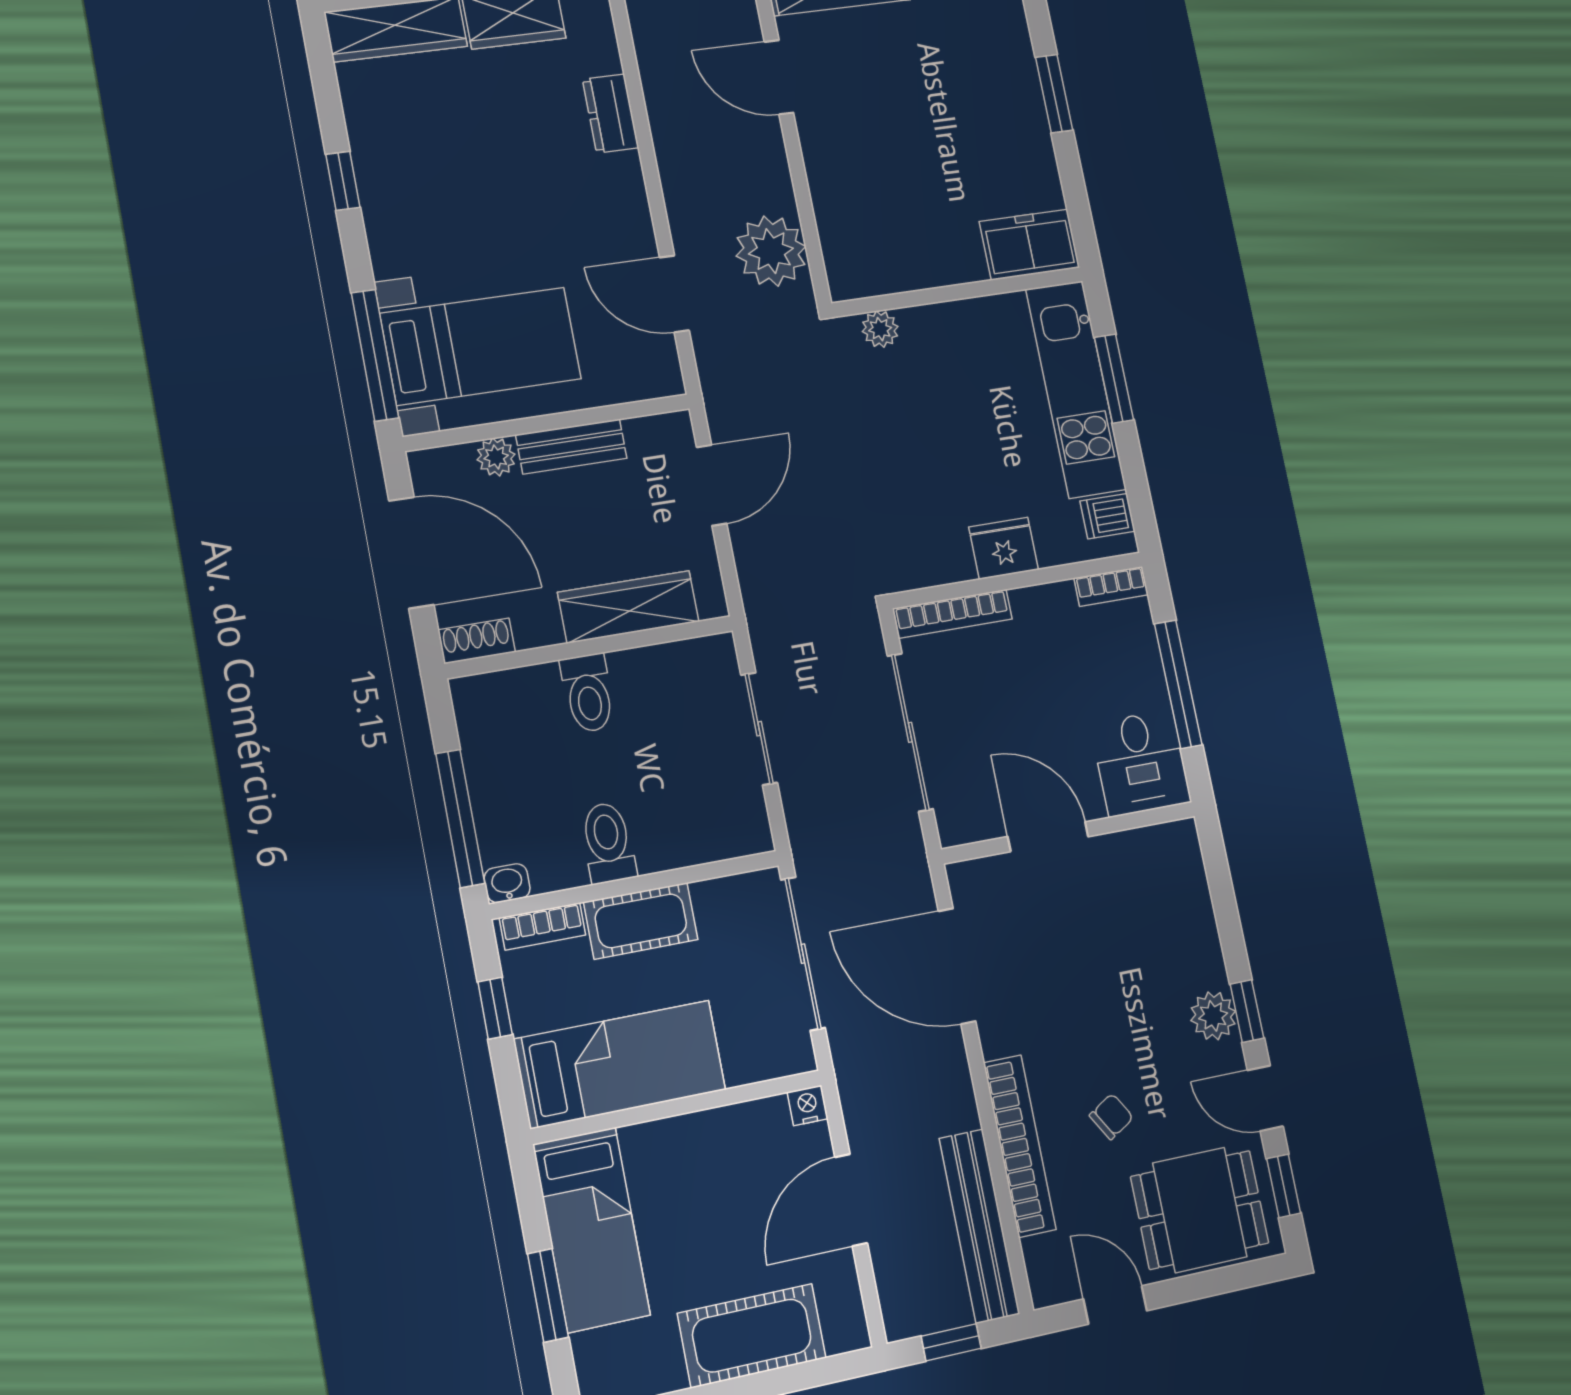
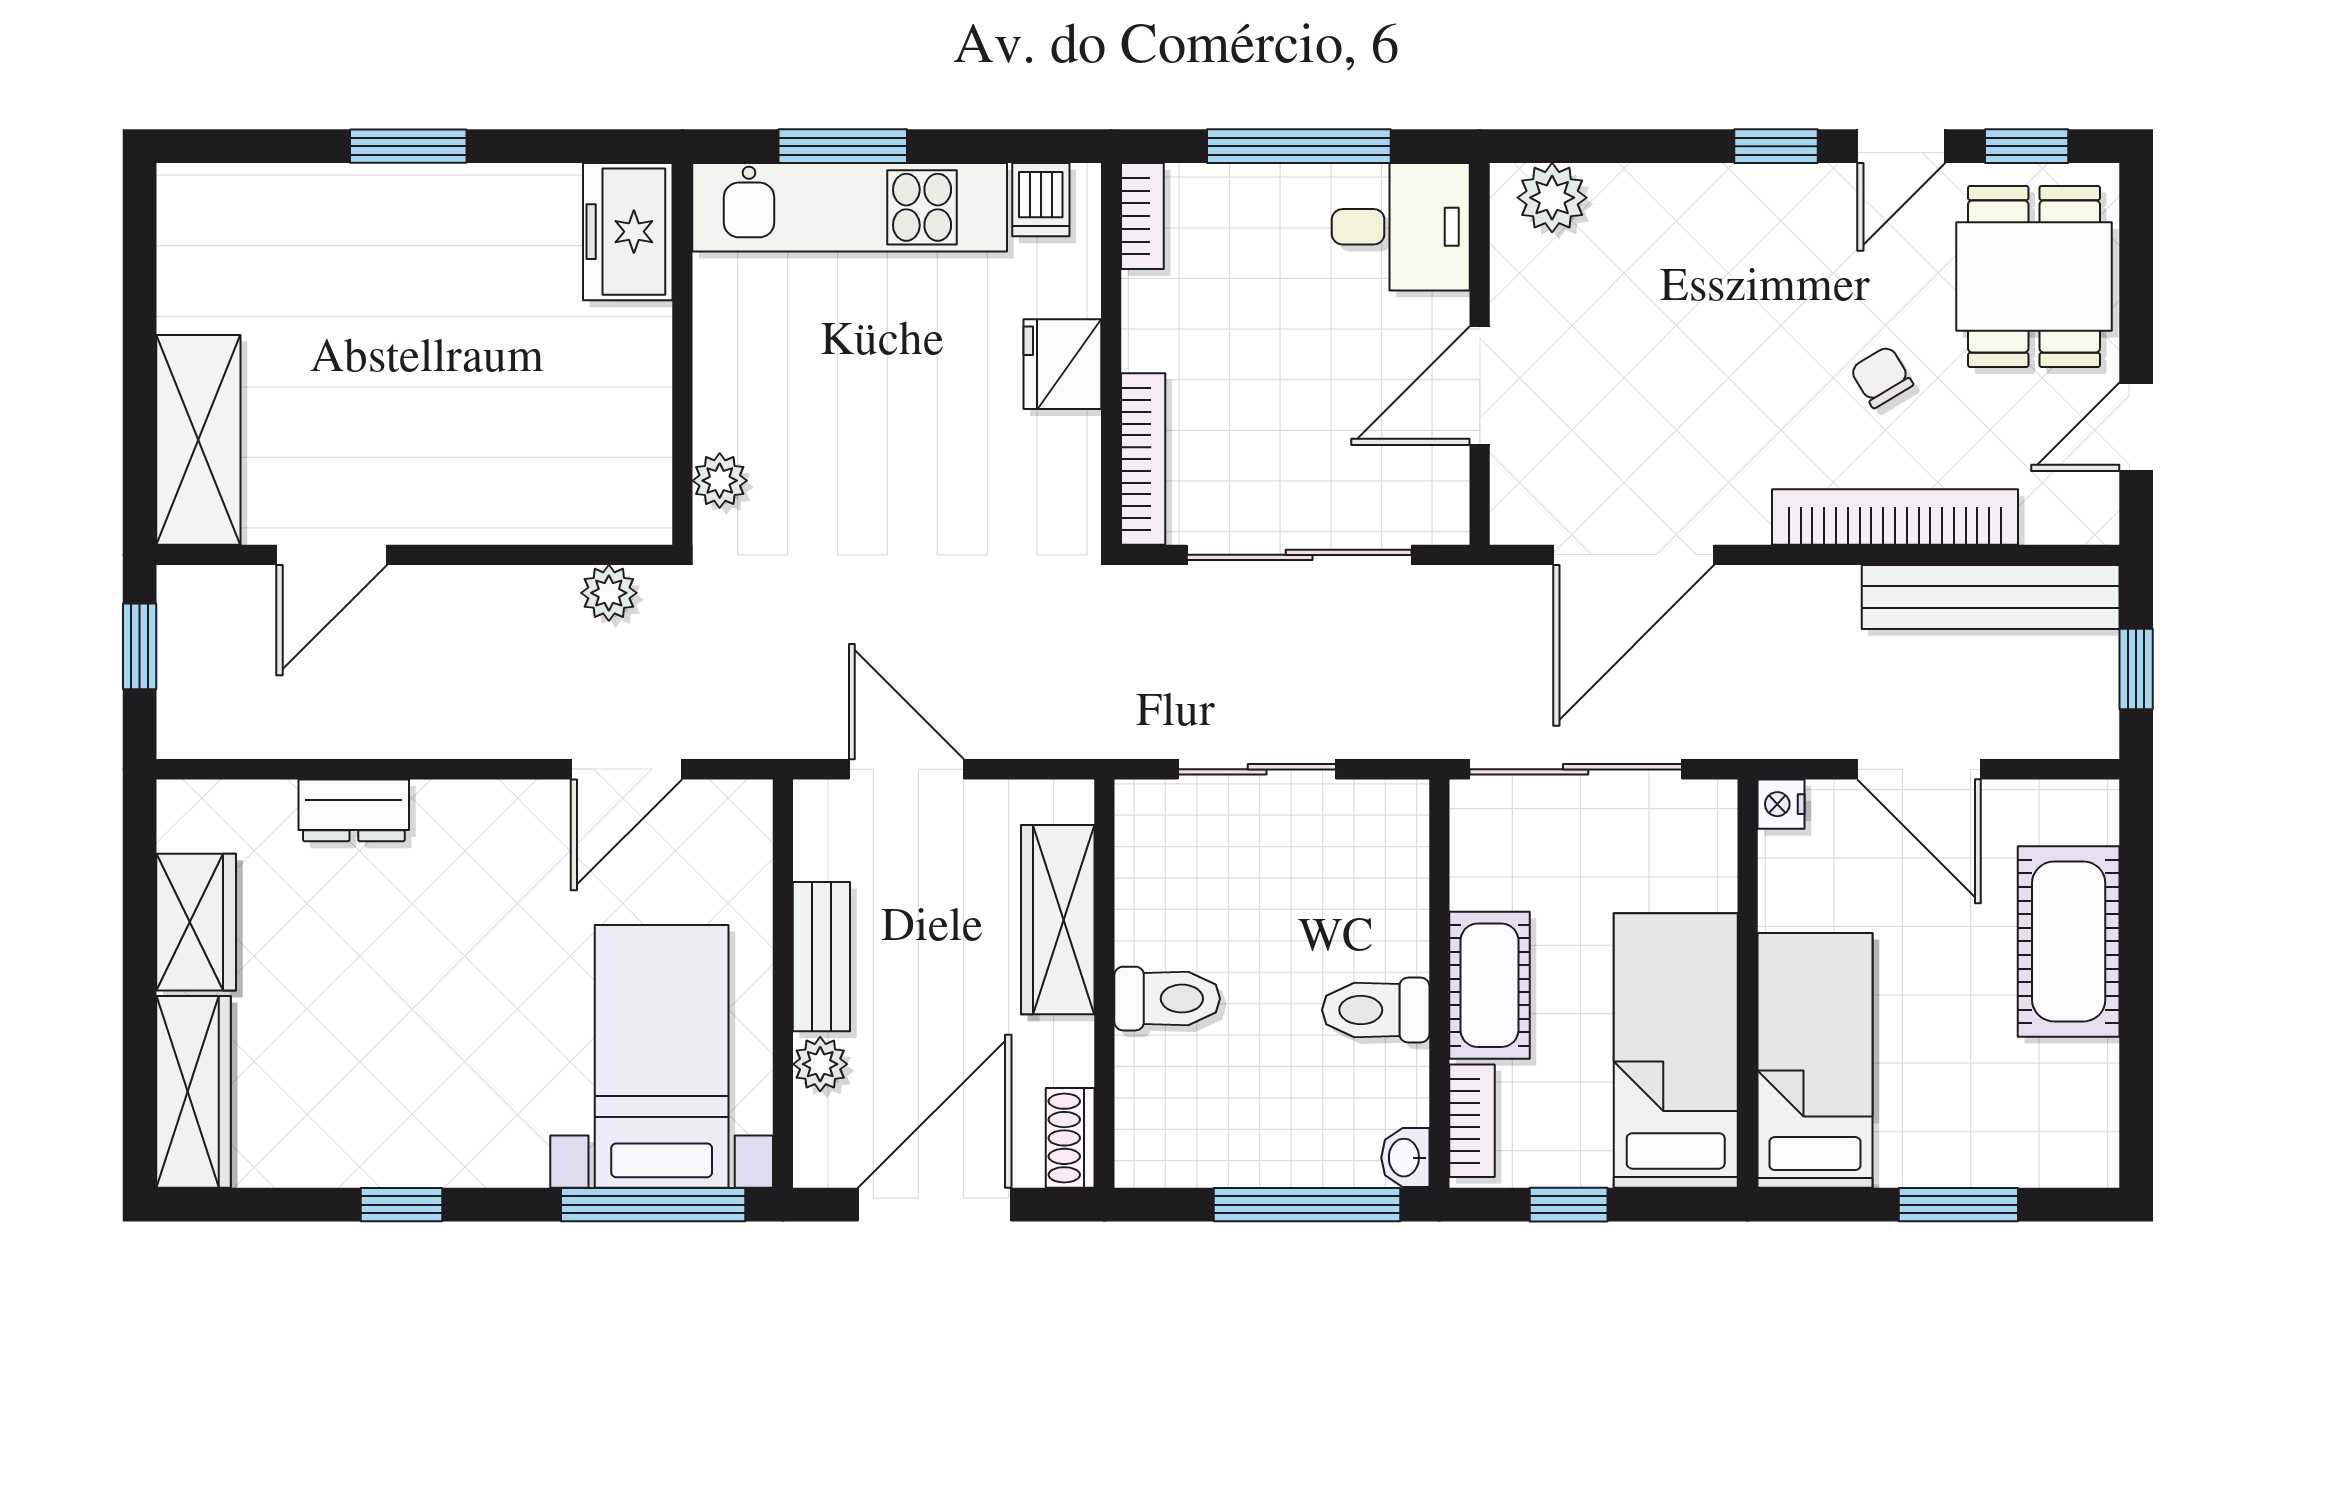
plant: (771, 251) -> (609, 593), width x0.53, depth x0.53
plant: (1213, 1016) -> (1552, 198), moved
bed: (591, 1230) -> (1815, 1060), moved, turned -90

